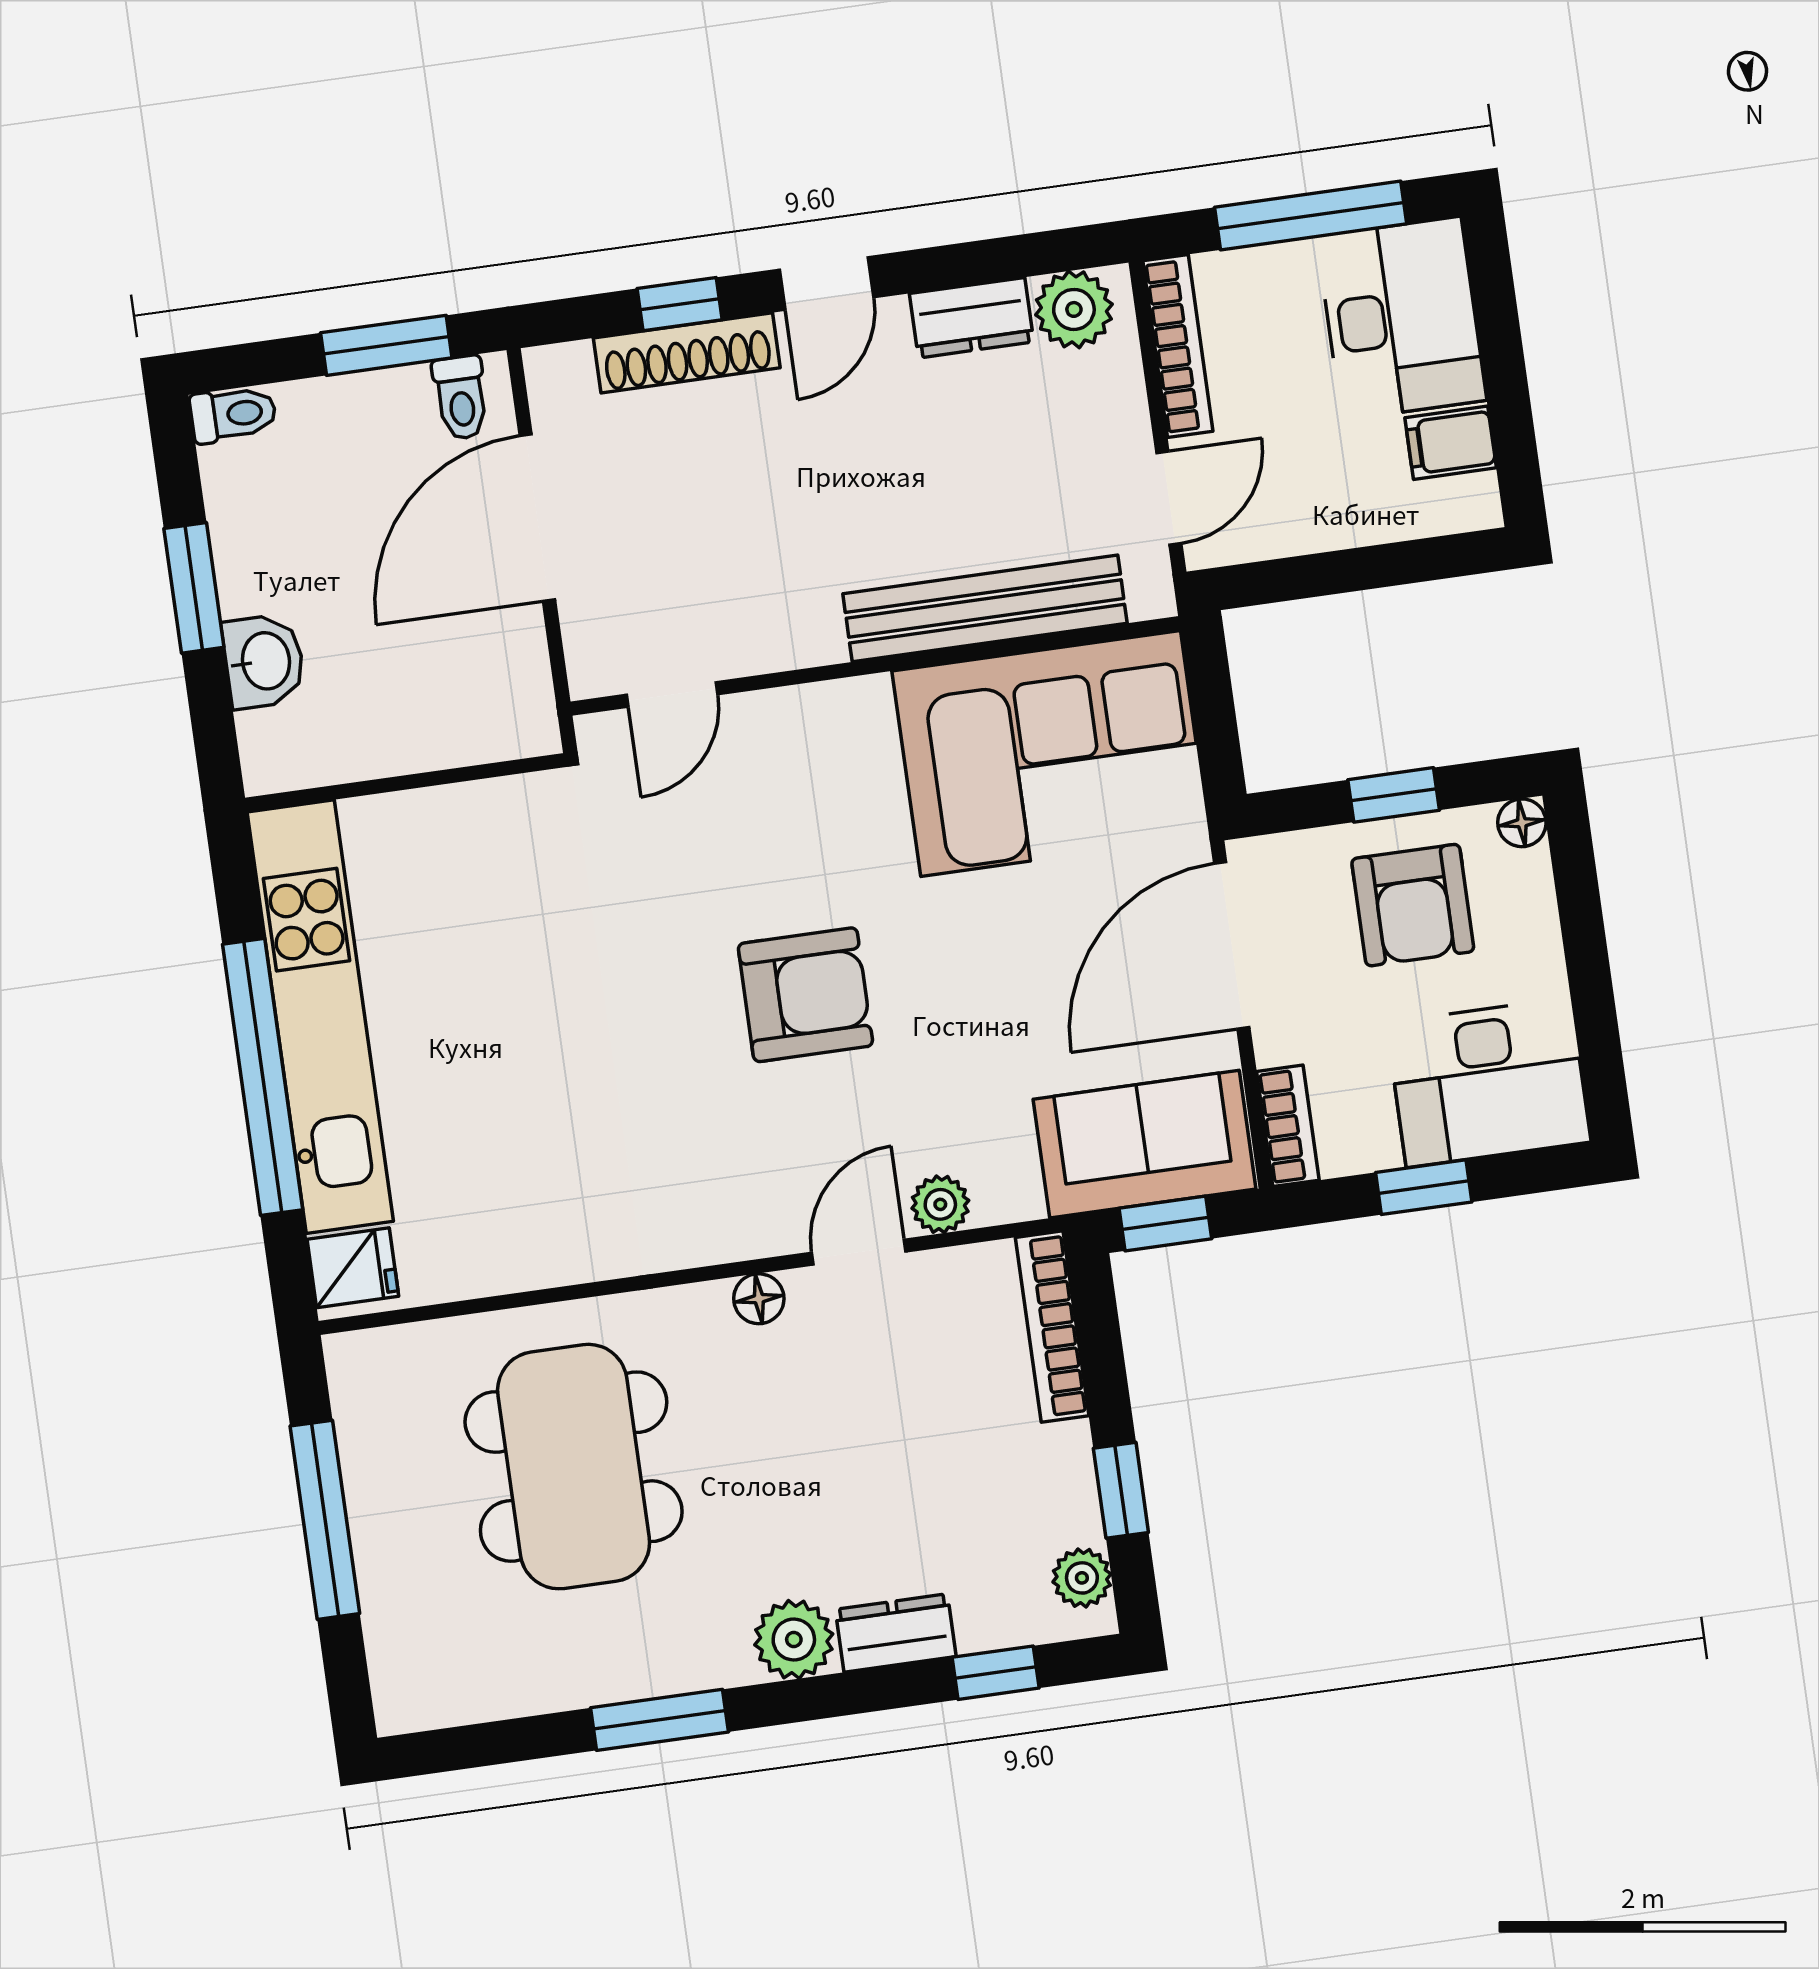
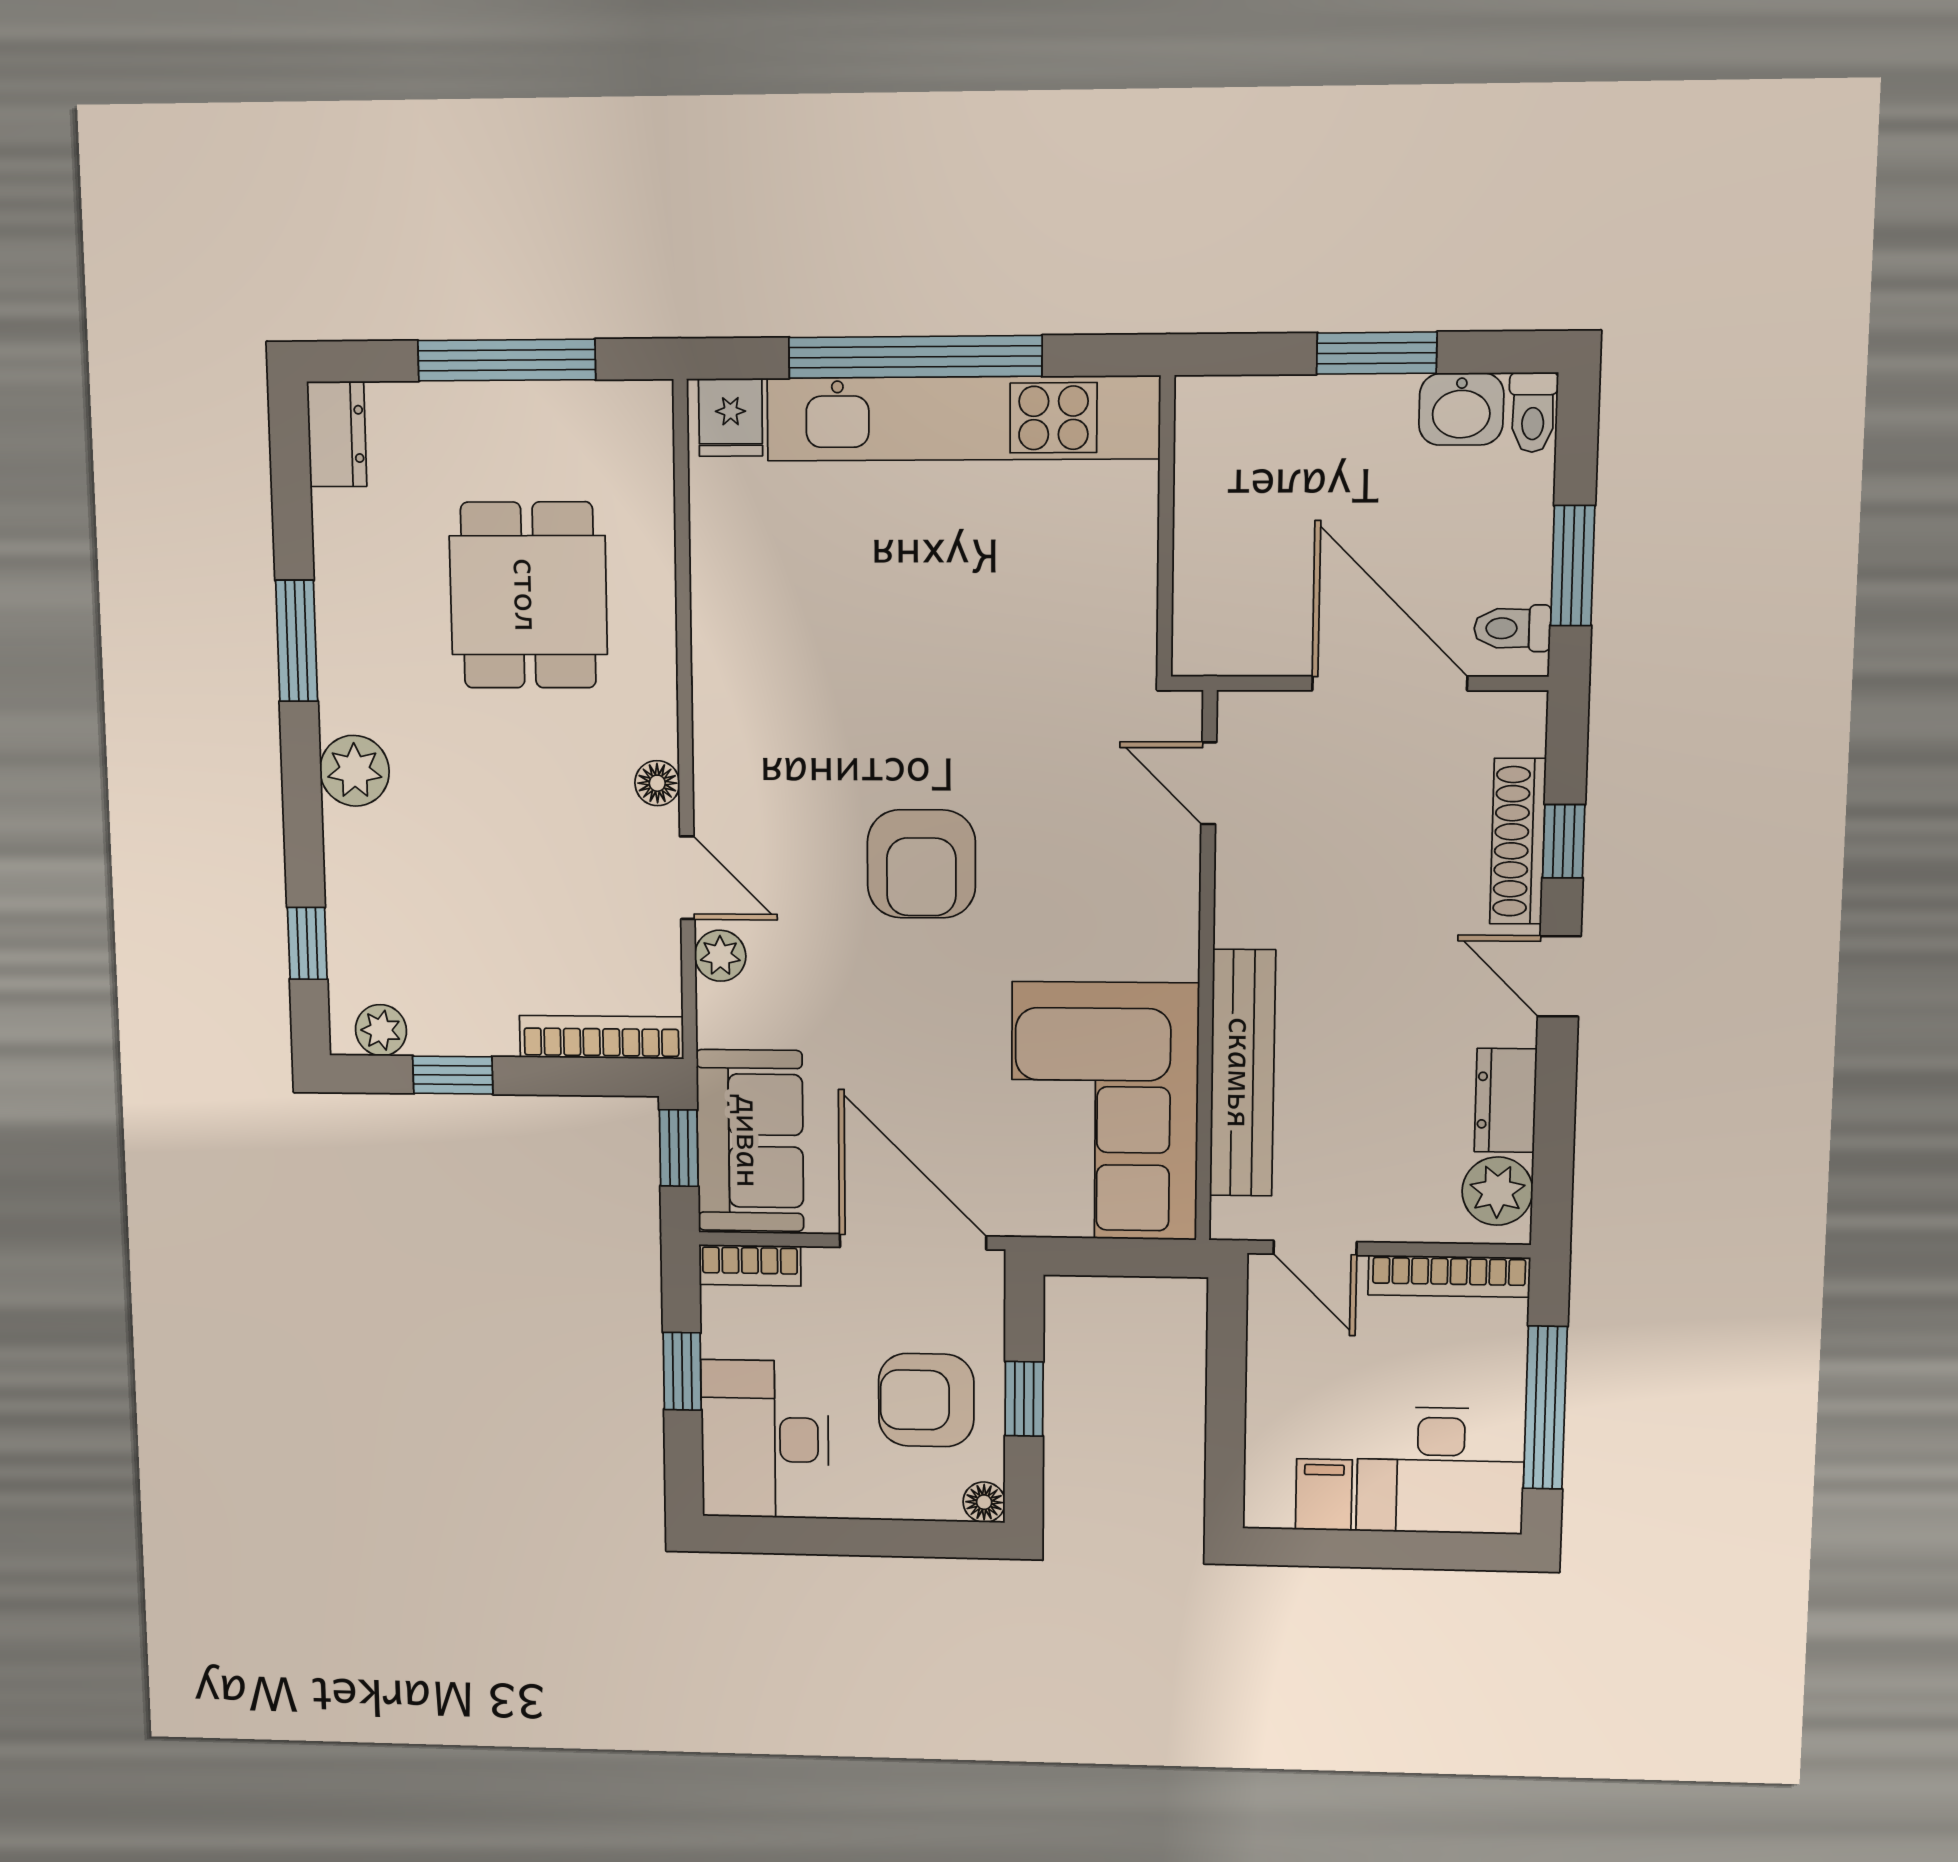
washbasin: (264, 661) -> (1461, 409), moved
dining table: (574, 1467) -> (528, 595), width x0.73
dresser: (896, 1633) -> (337, 434), moved

